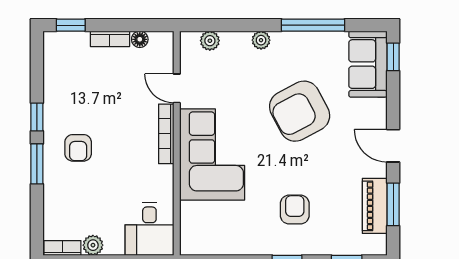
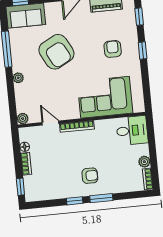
plant: (210, 41) -> (23, 119), moved
door: (177, 88) -> (50, 123), swing flipped
corner sofa: (212, 154) -> (105, 97), moved
armchair: (295, 210) -> (113, 49), turned 90

